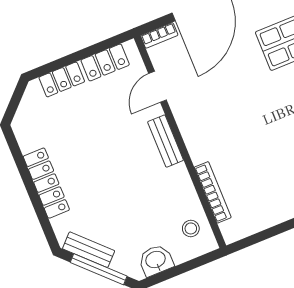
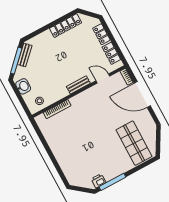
locker: (46, 183) -> (66, 26), moved

